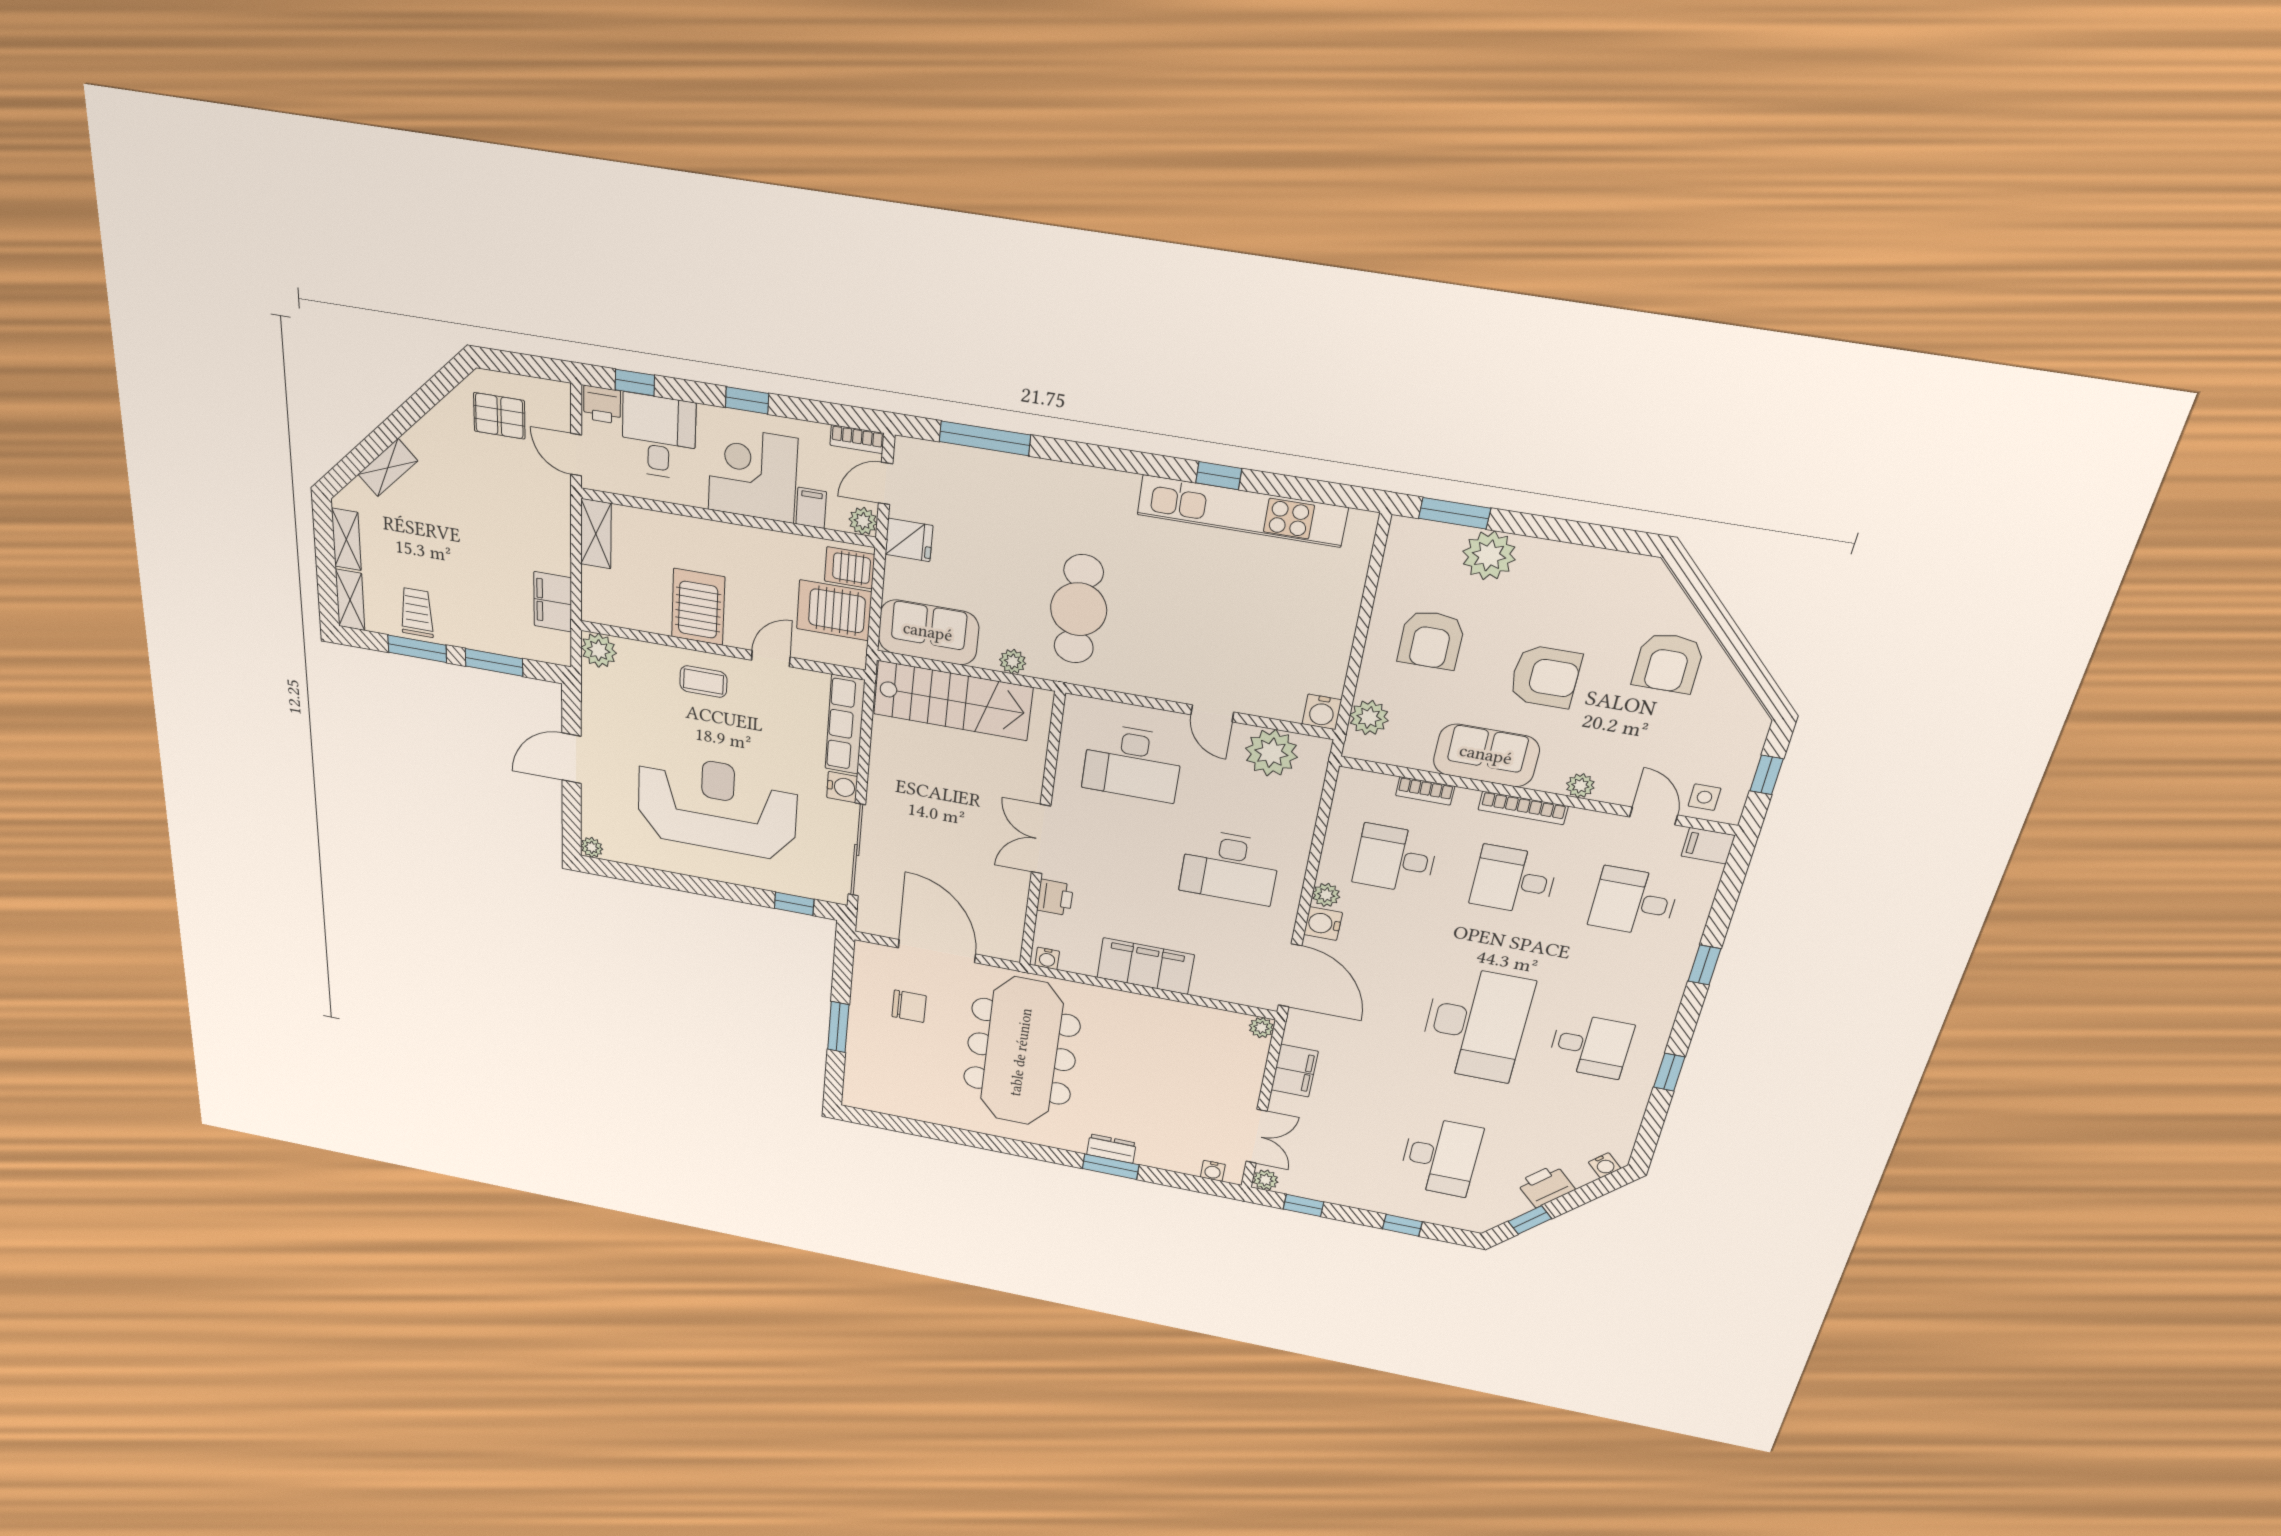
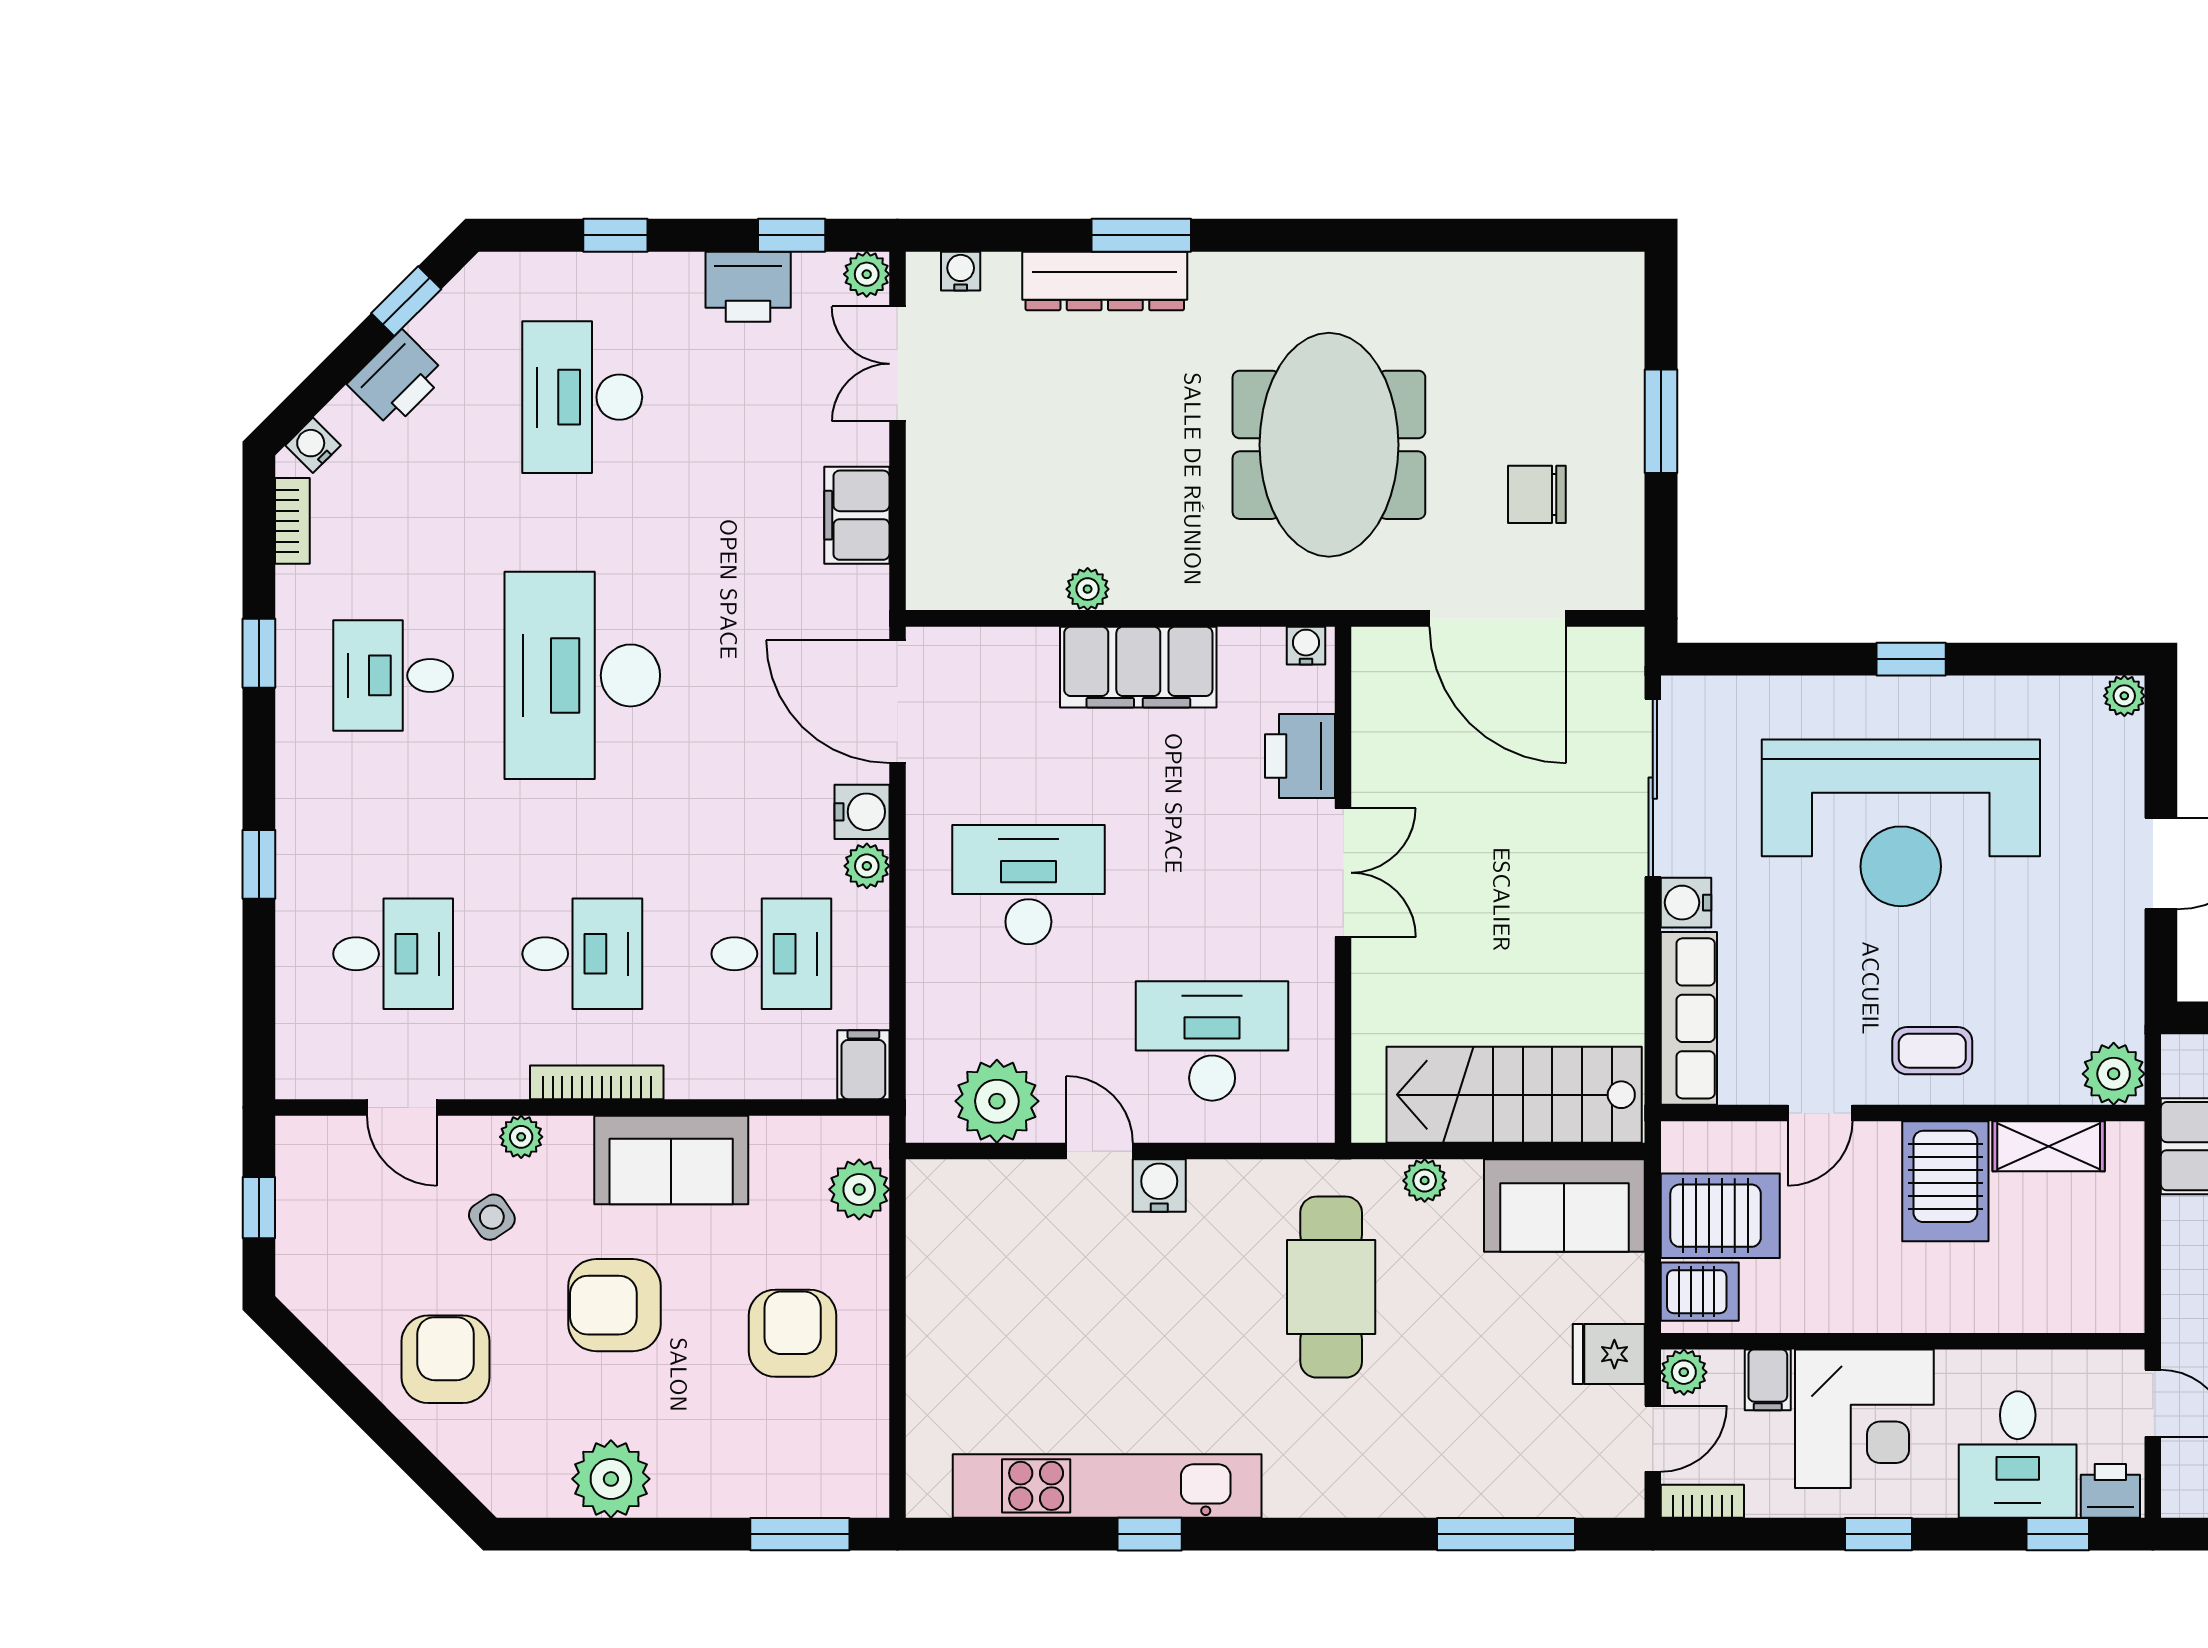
shelving: (596, 534) -> (2049, 1146), moved, turned 90
plant: (1489, 555) -> (611, 1479), moved
water cooler: (1322, 712) -> (1159, 1185), moved
bookcase: (1425, 791) -> (292, 521), moved, turned 90
side table: (1704, 797) -> (492, 1217), moved, turned -34
filing cabinet: (1708, 846) -> (863, 1065), moved, turned -90
printer: (1055, 898) -> (1300, 756), width x1.36, depth x1.24
window: (794, 904) -> (1911, 659), moved
plant: (1261, 1028) -> (1088, 589), moved
meeting table: (1021, 1052) -> (1329, 445), width x0.73
dresser: (1111, 1149) -> (1105, 281), width x1.96, depth x1.24
printer: (1333, 1188) -> (748, 287), added

